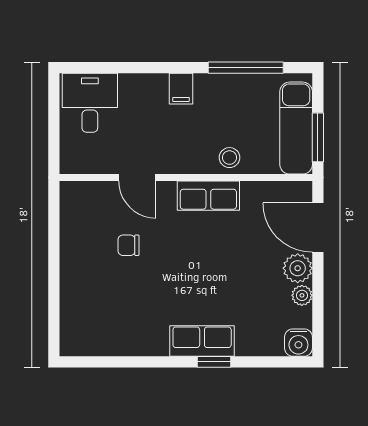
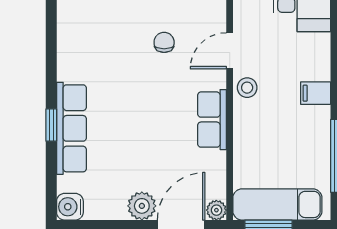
stool: (230, 158) -> (247, 88), moved
plant: (302, 295) -> (216, 210), moved
row of seats: (202, 341) -> (71, 128), width x1.48

